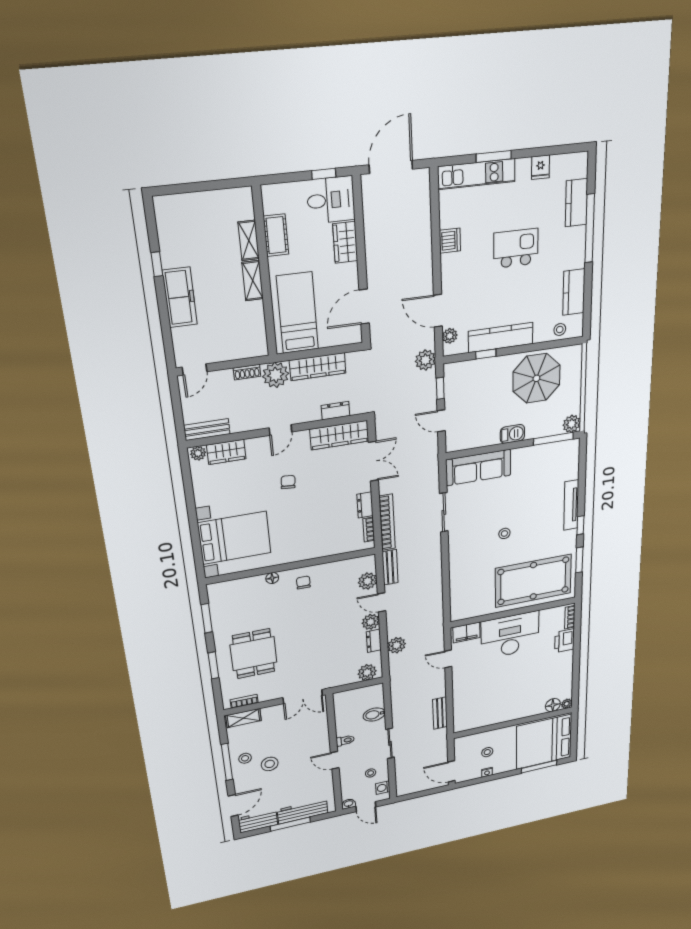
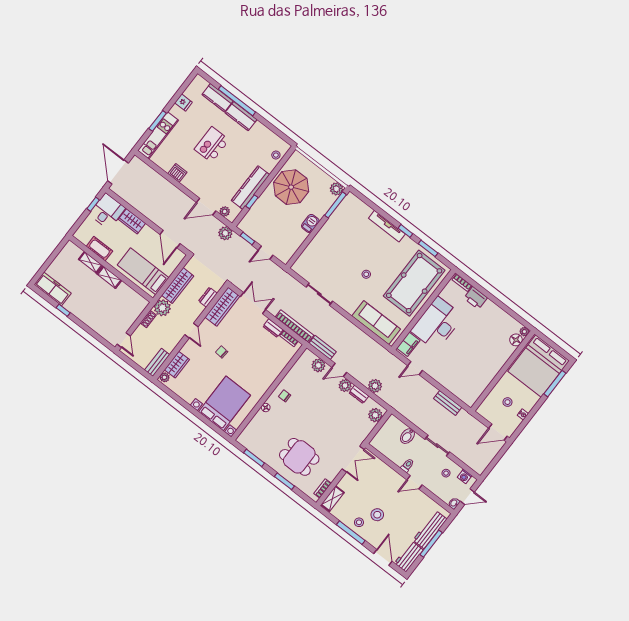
kitchen counter: (574, 292) -> (241, 116), moved
freezer: (180, 297) -> (53, 289), moved
sofa: (478, 468) -> (376, 323), moved, turned -90

